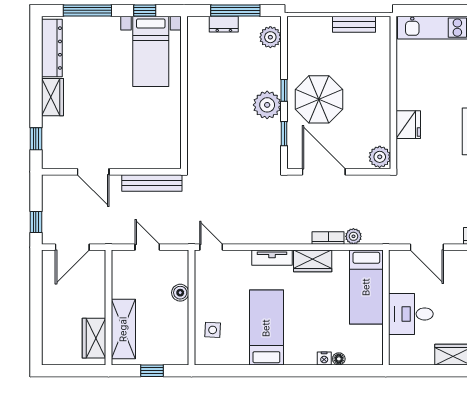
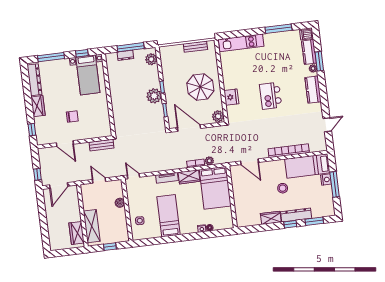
parasol: (319, 99) -> (200, 87), moved
chair: (113, 124) -> (72, 116), added
bench: (152, 183) -> (102, 145), width x0.73
bed: (366, 287) -> (215, 188), width x1.50
desk: (411, 314) -> (245, 199), removed

